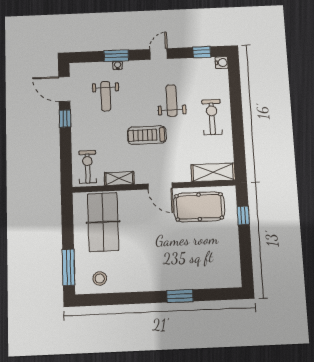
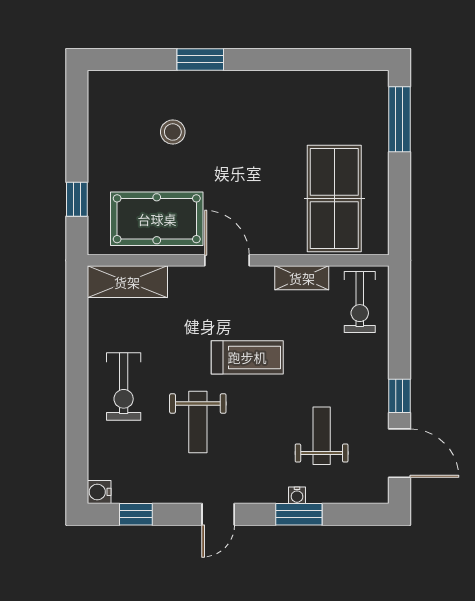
stool: (100, 278) -> (173, 132), moved

